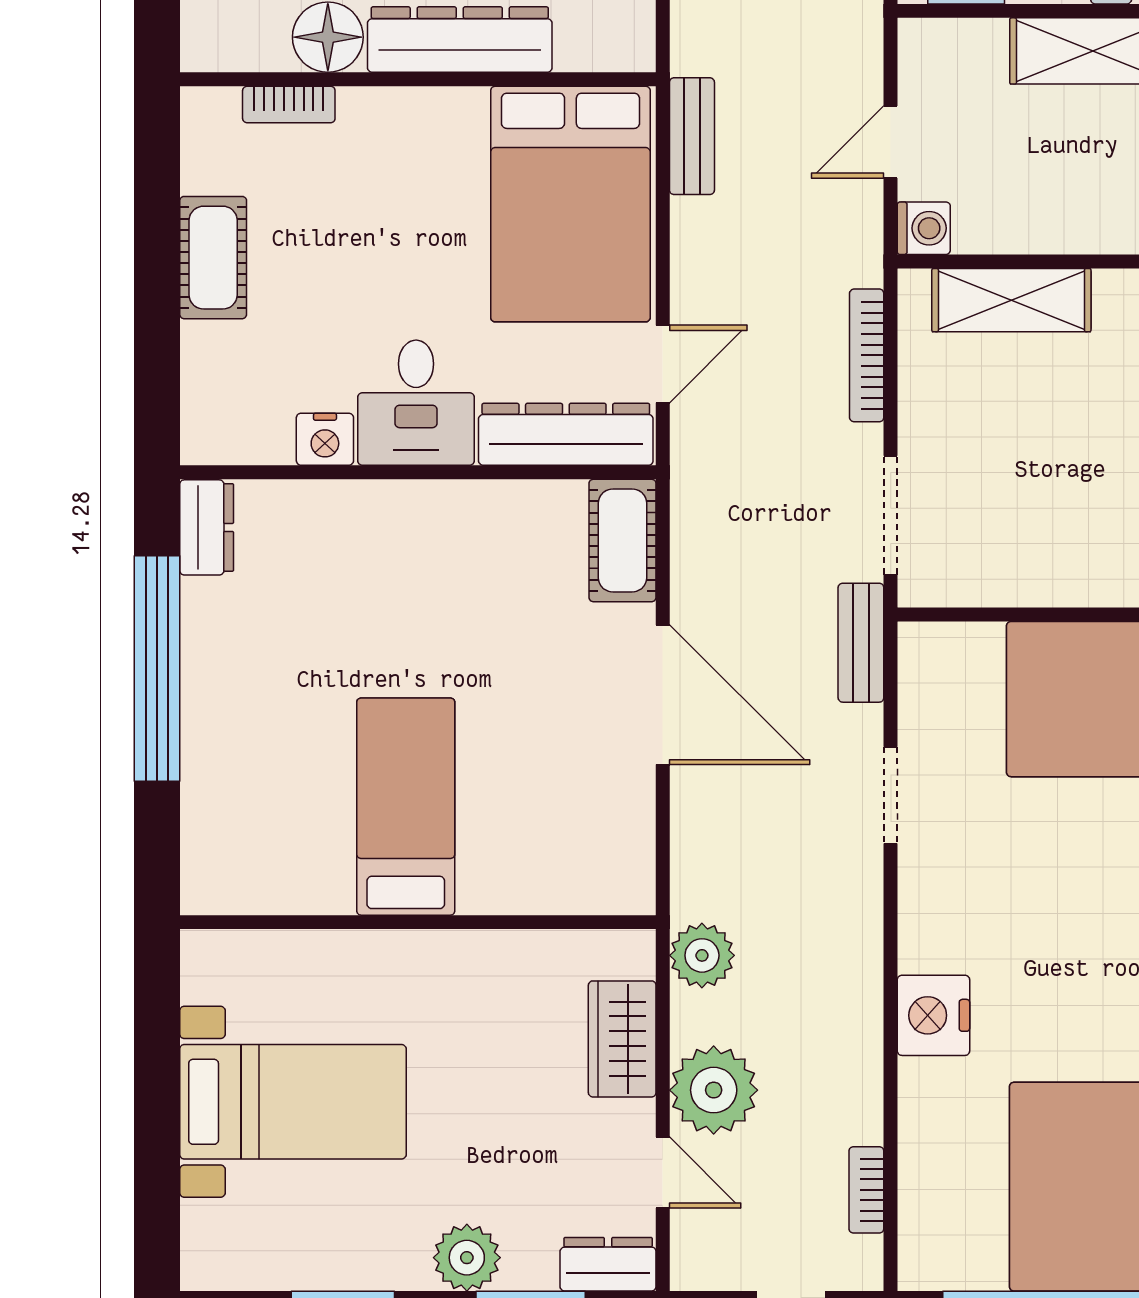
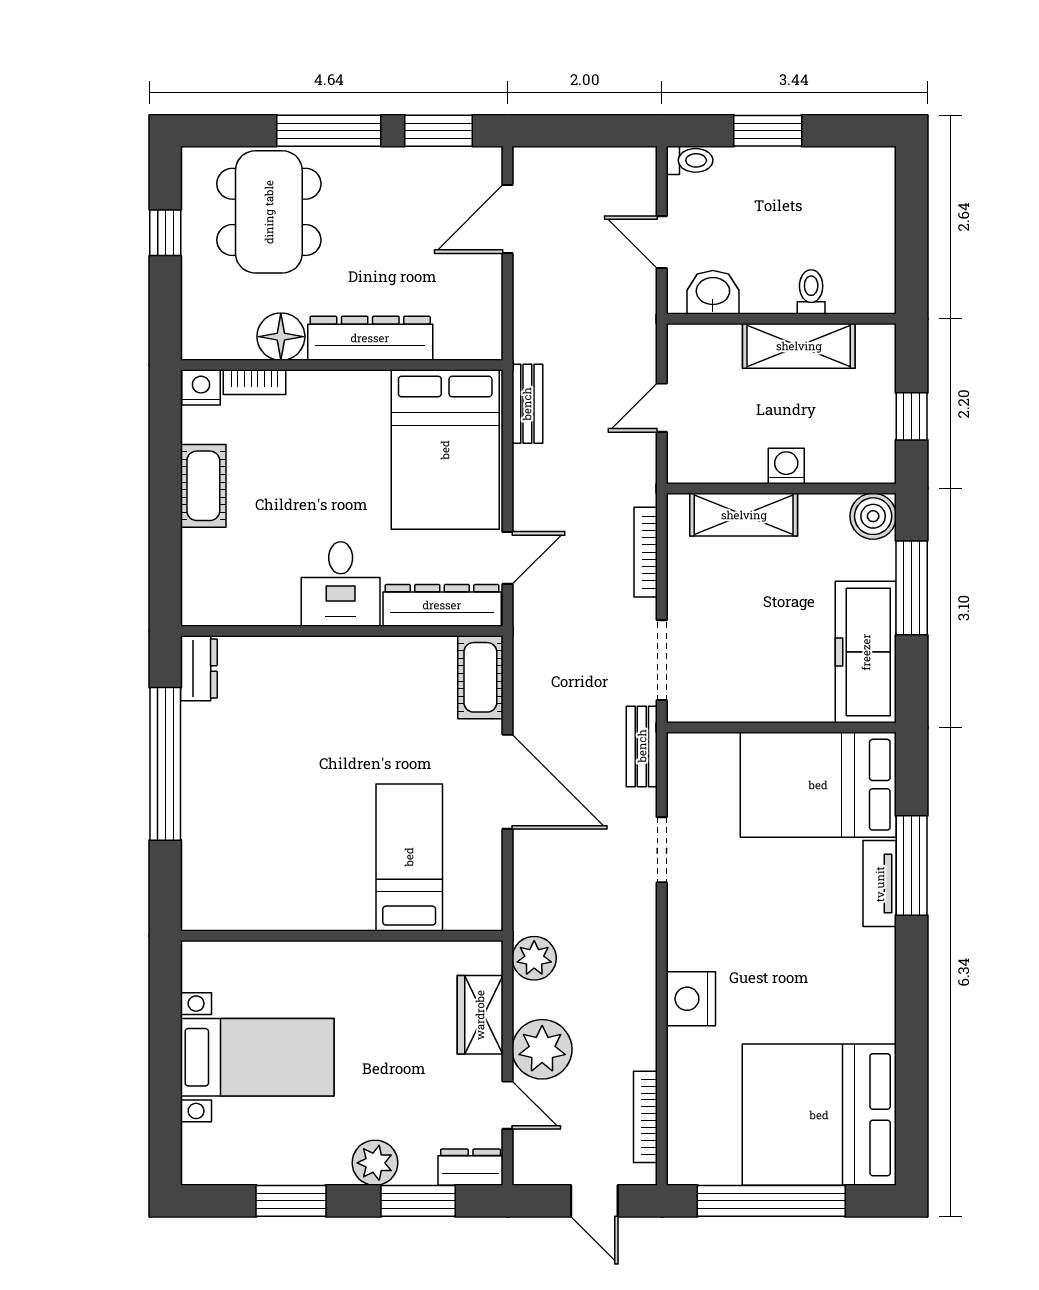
washing machine: (924, 228) -> (786, 466), moved, turned -90
nightstand: (325, 439) -> (201, 387), moved, turned 180
bed: (406, 807) -> (409, 857), moved
bookcase: (866, 1190) -> (645, 1117), width x1.56

